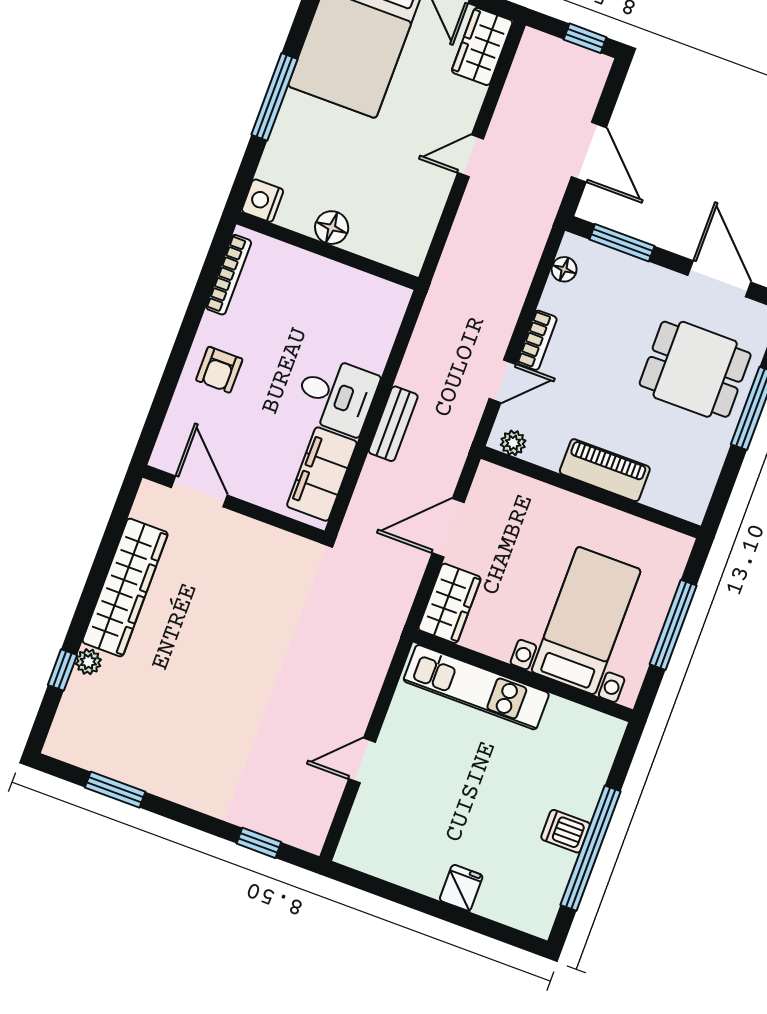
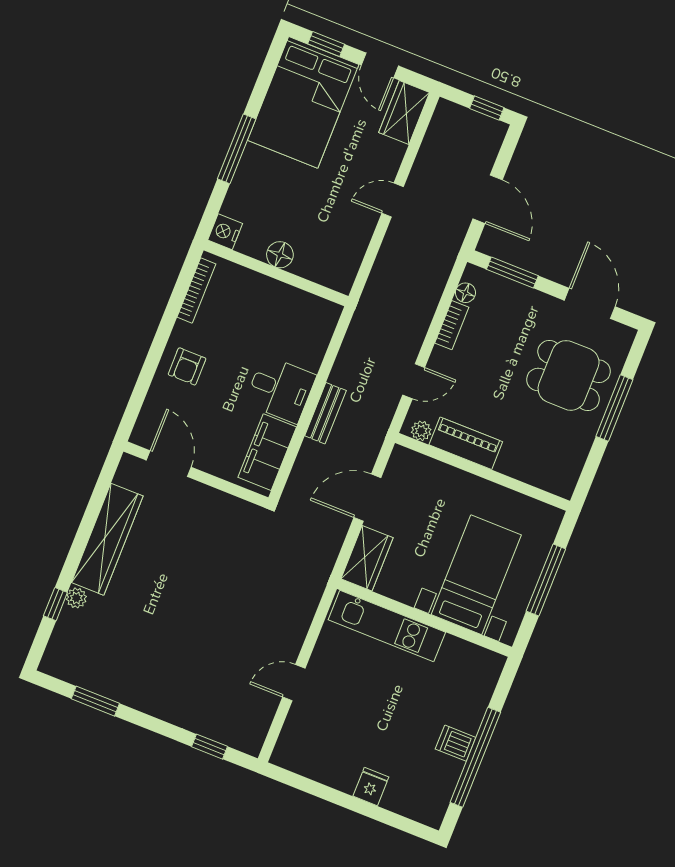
bookcase: (537, 340) -> (452, 325), moved
piano: (605, 470) -> (466, 443), moved

